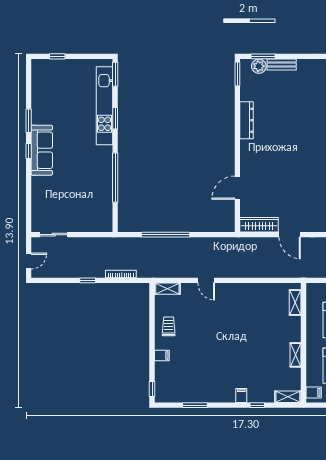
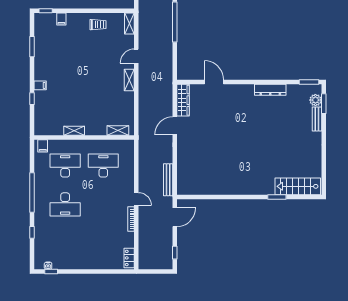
filing cabinet: (162, 355) -> (61, 19), moved
shelving: (288, 397) -> (129, 80), moved

